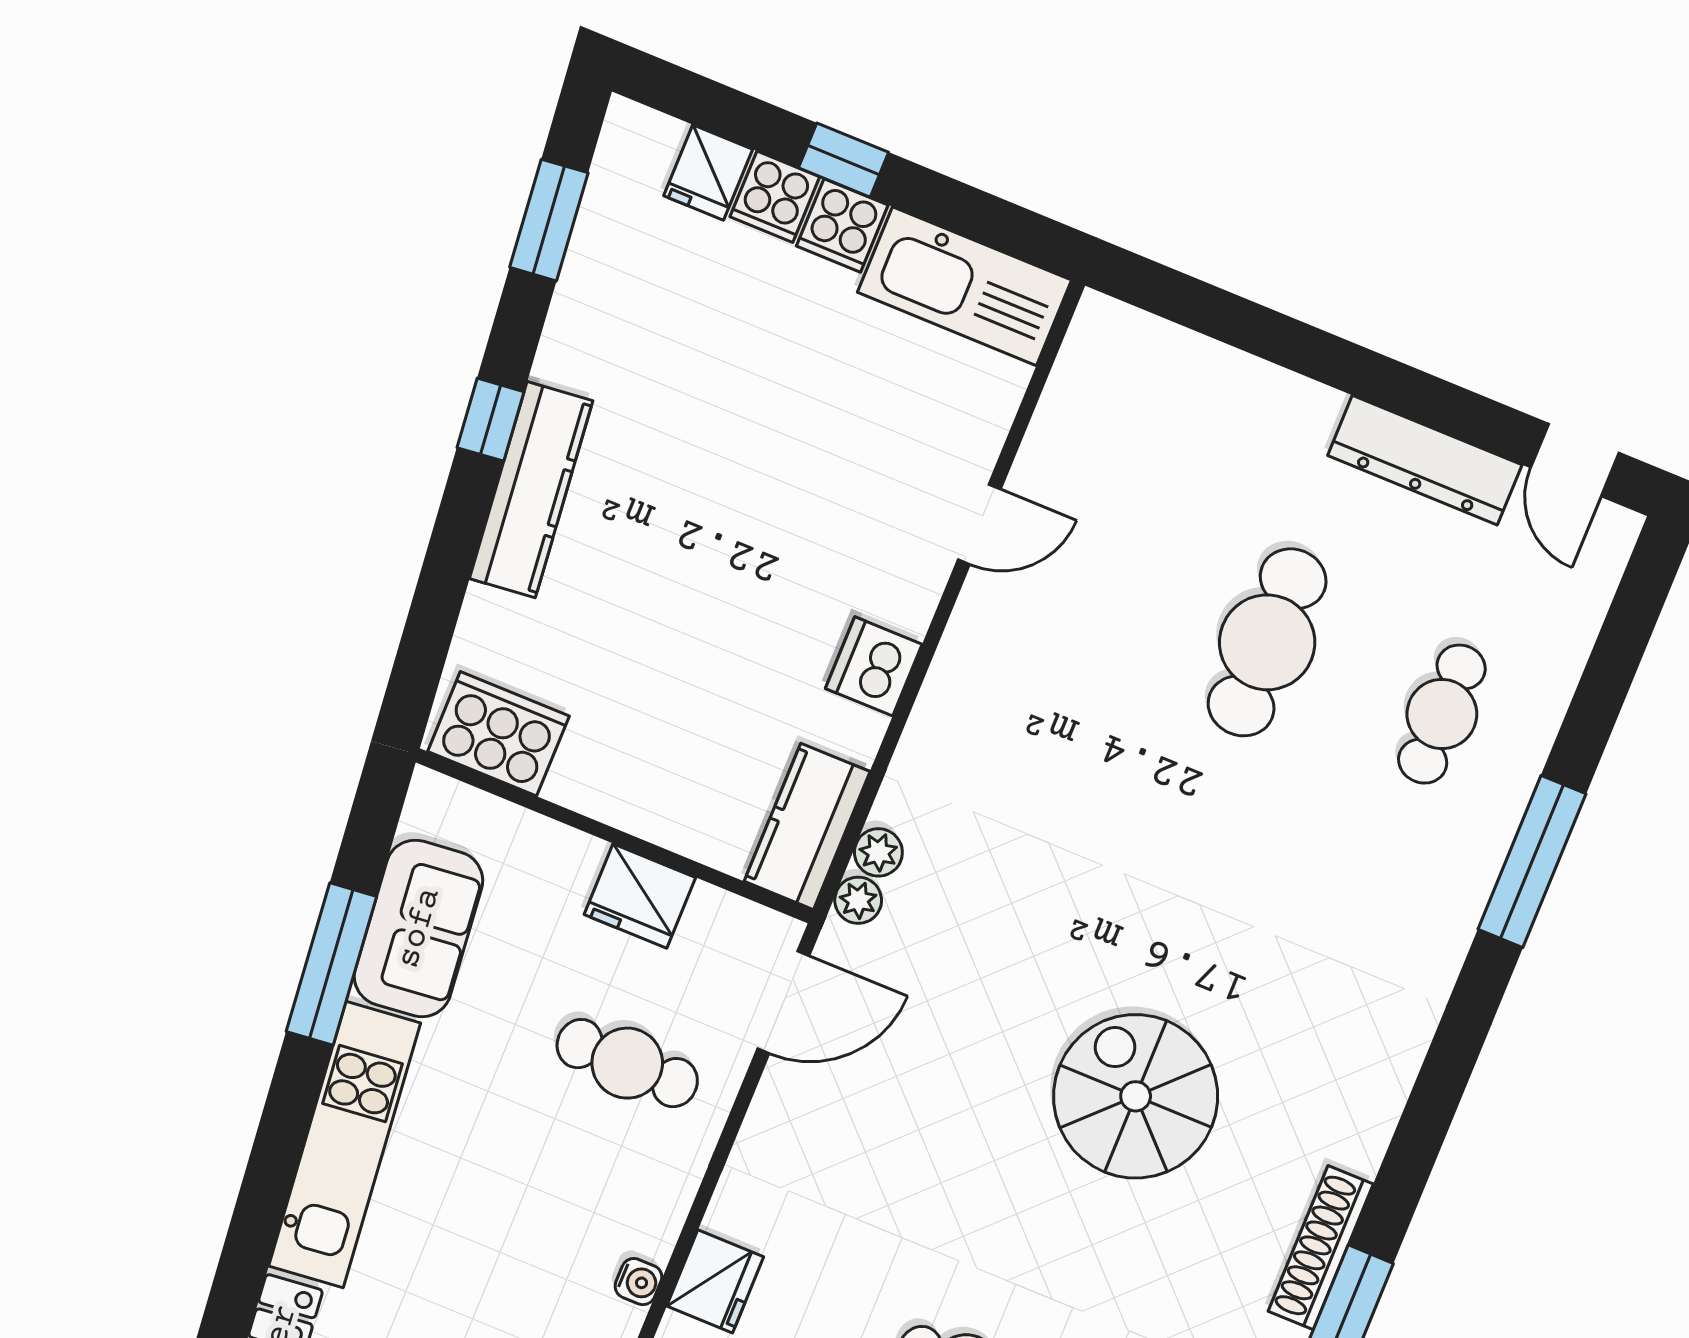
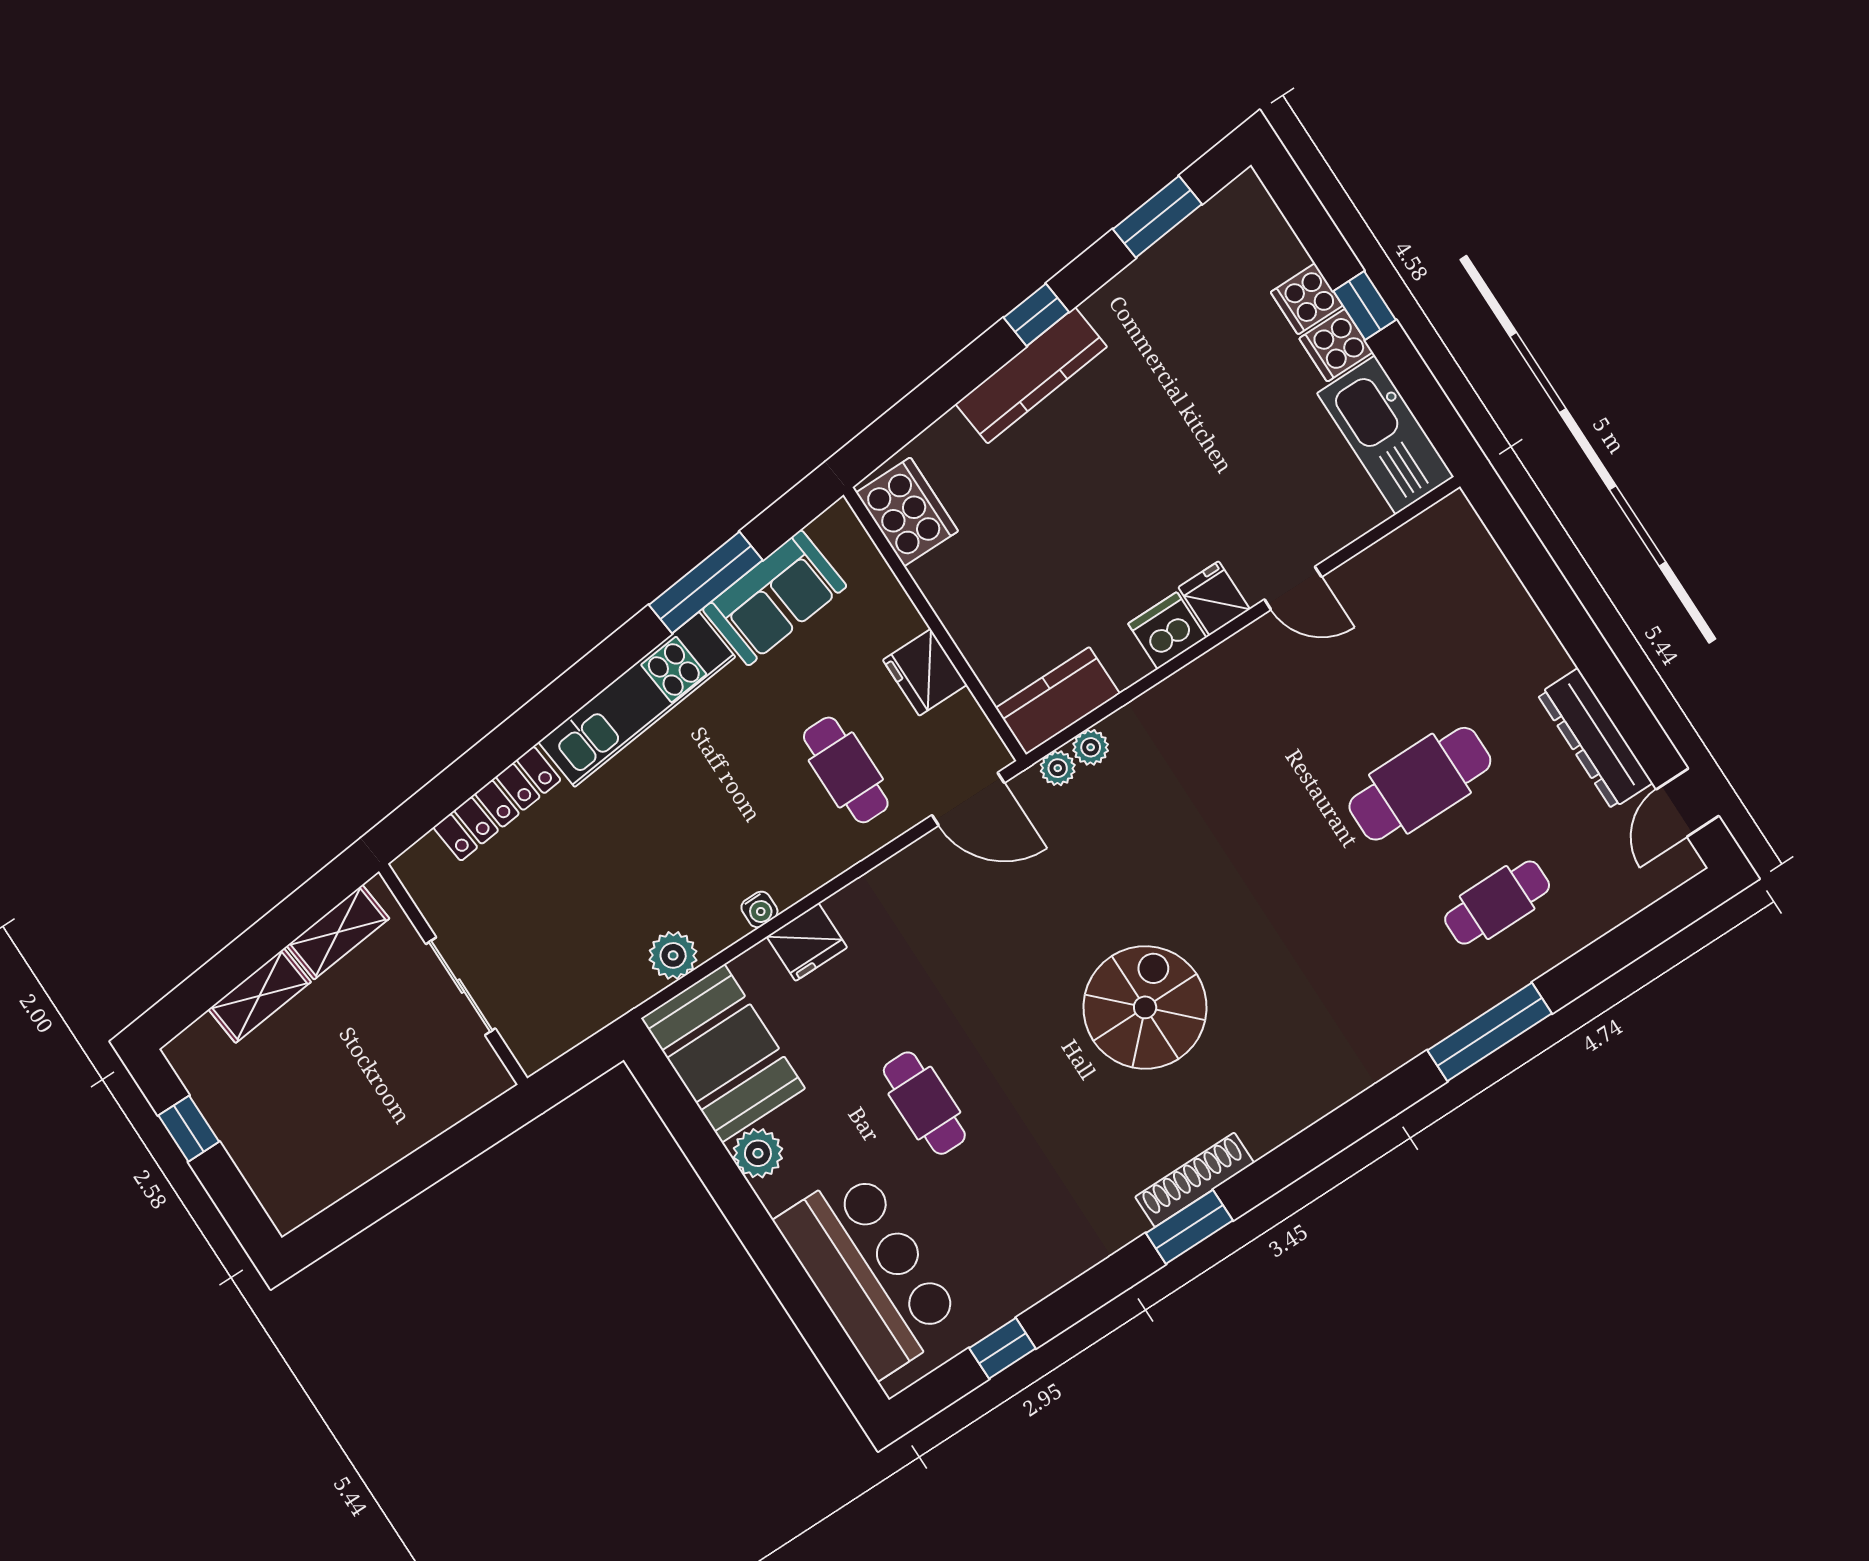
fridge: (708, 172) -> (1214, 598), moved, turned 90

